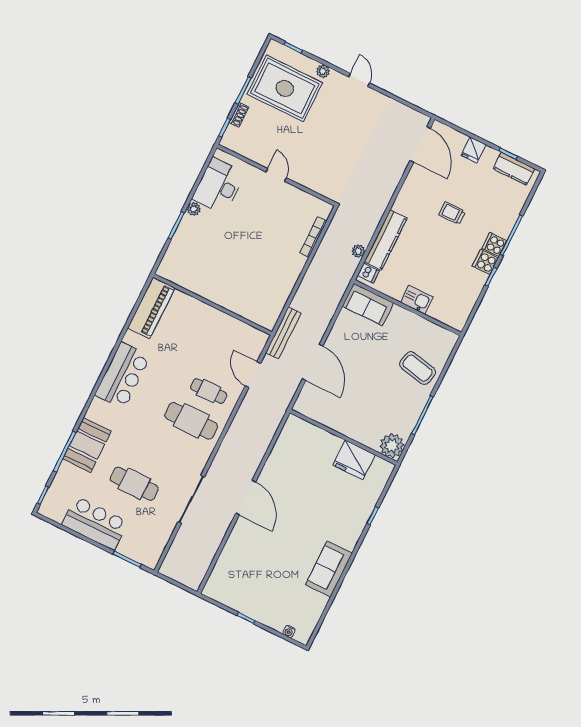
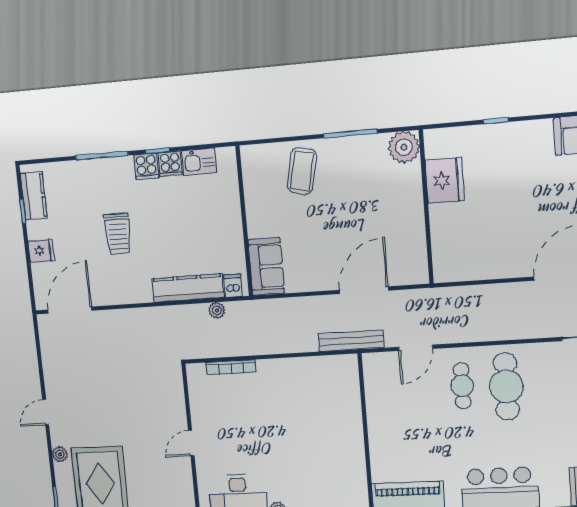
trolley: (452, 213) -> (118, 234), width x1.36, depth x1.39
cooker: (494, 245) -> (170, 164), moved
kitchen sink: (417, 300) -> (199, 162), moved, turned -90

